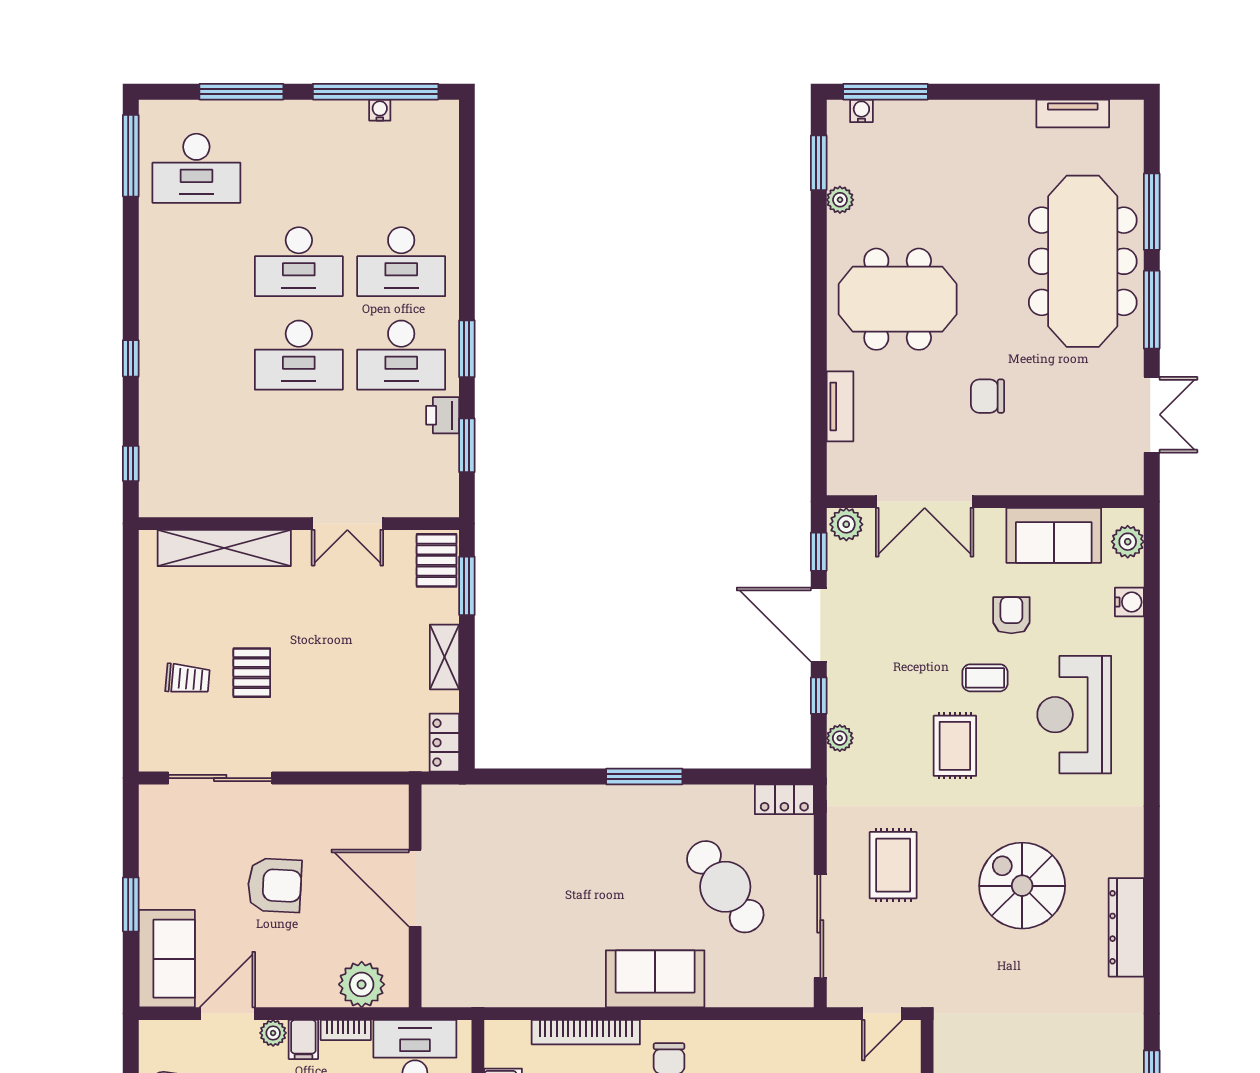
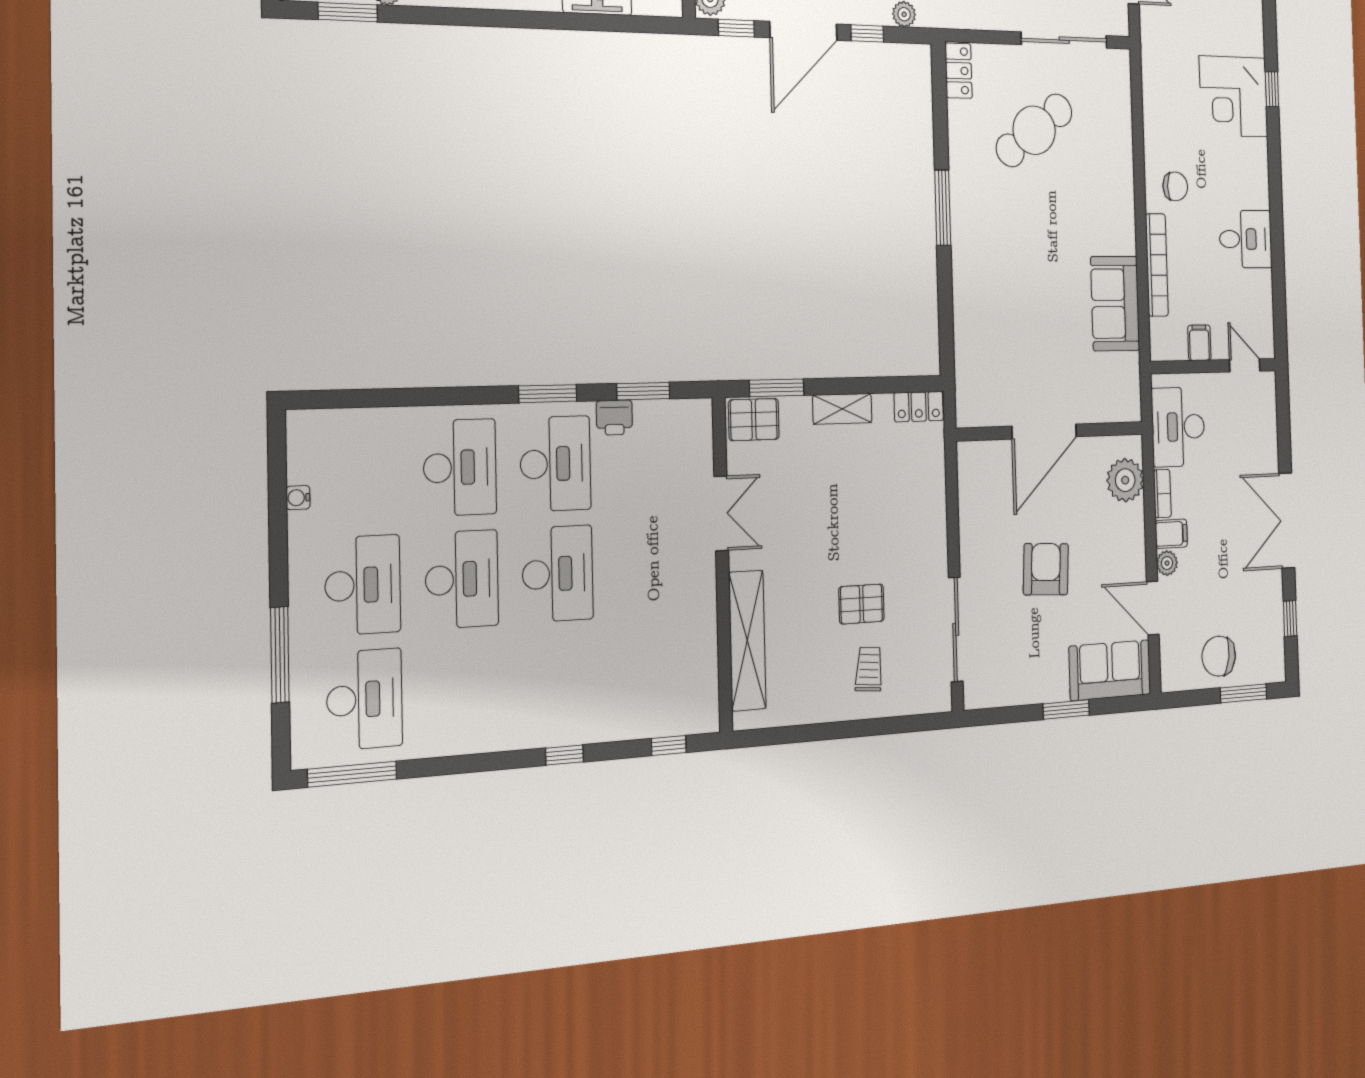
window: (376, 92) -> (278, 503), removed
desk: (299, 168) -> (363, 585), added
sofa: (655, 979) -> (1115, 303), moved

